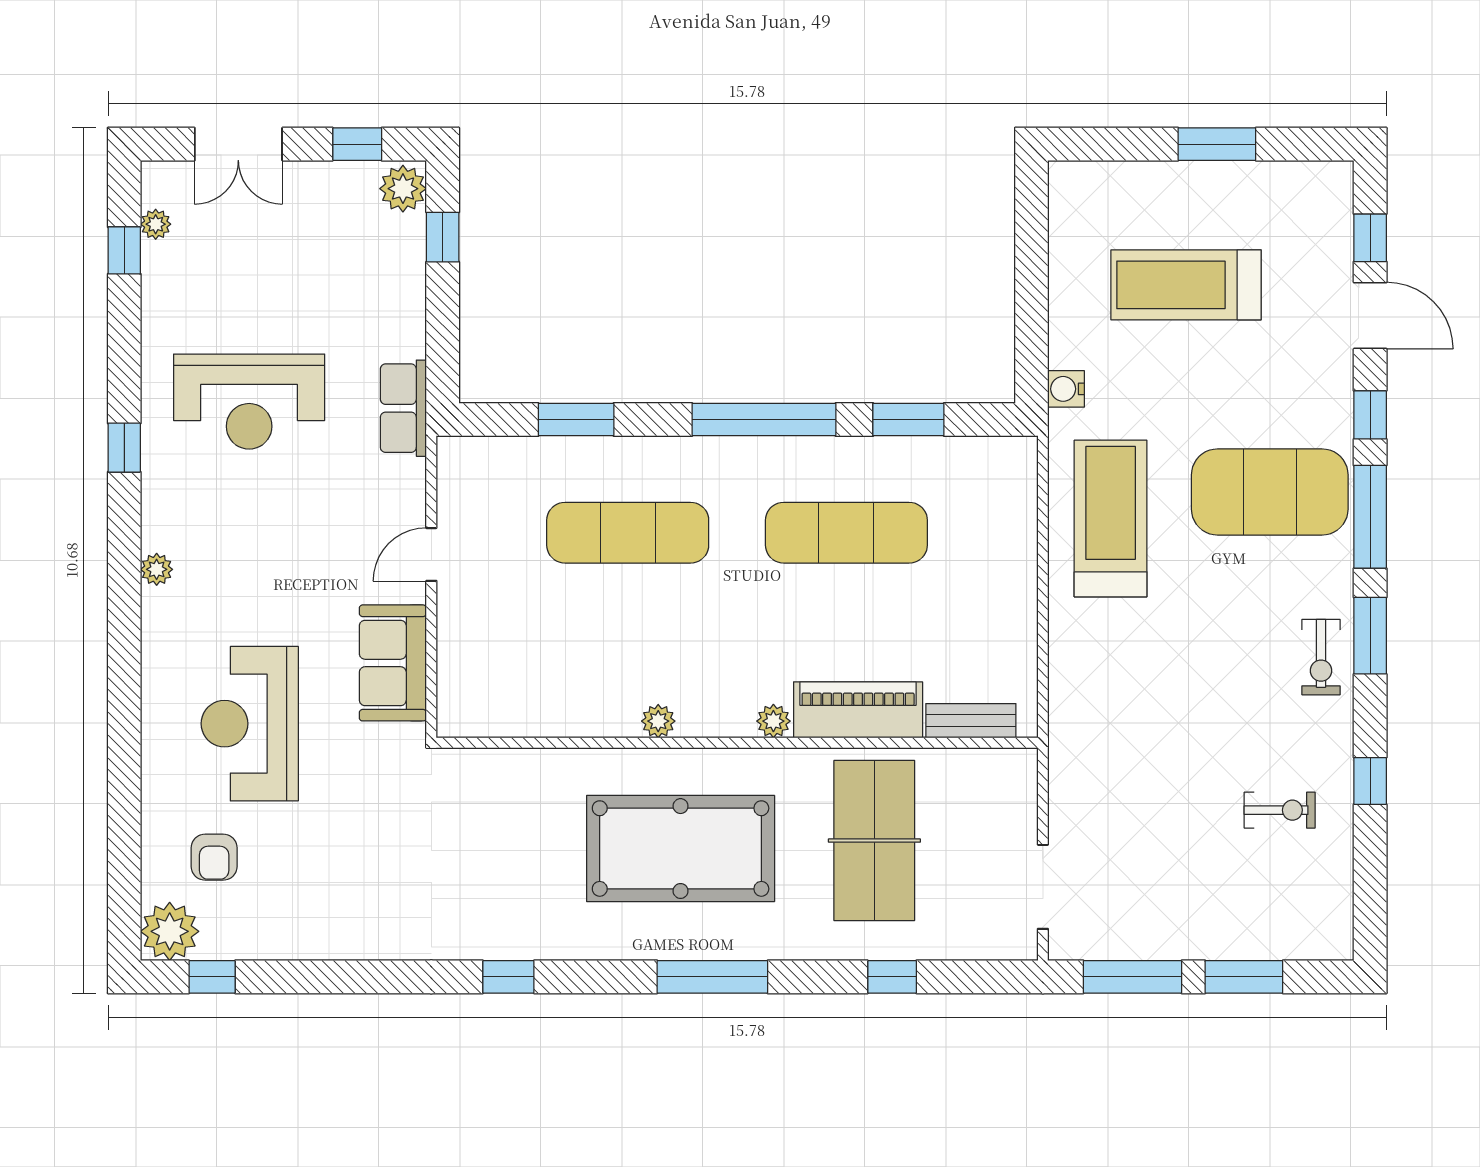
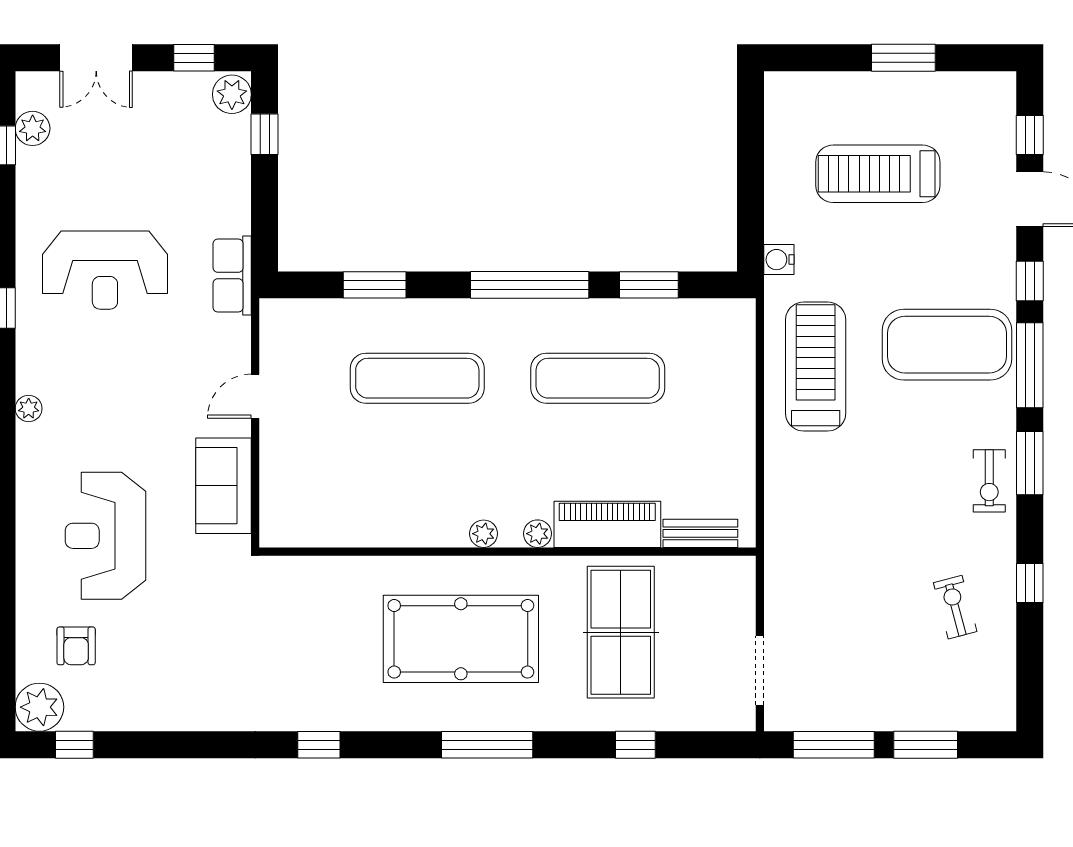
plant: (156, 224) -> (33, 128), width x1.38, depth x1.38
plant: (658, 721) -> (484, 534), moved
exercise bike: (1280, 810) -> (955, 607), turned -105

